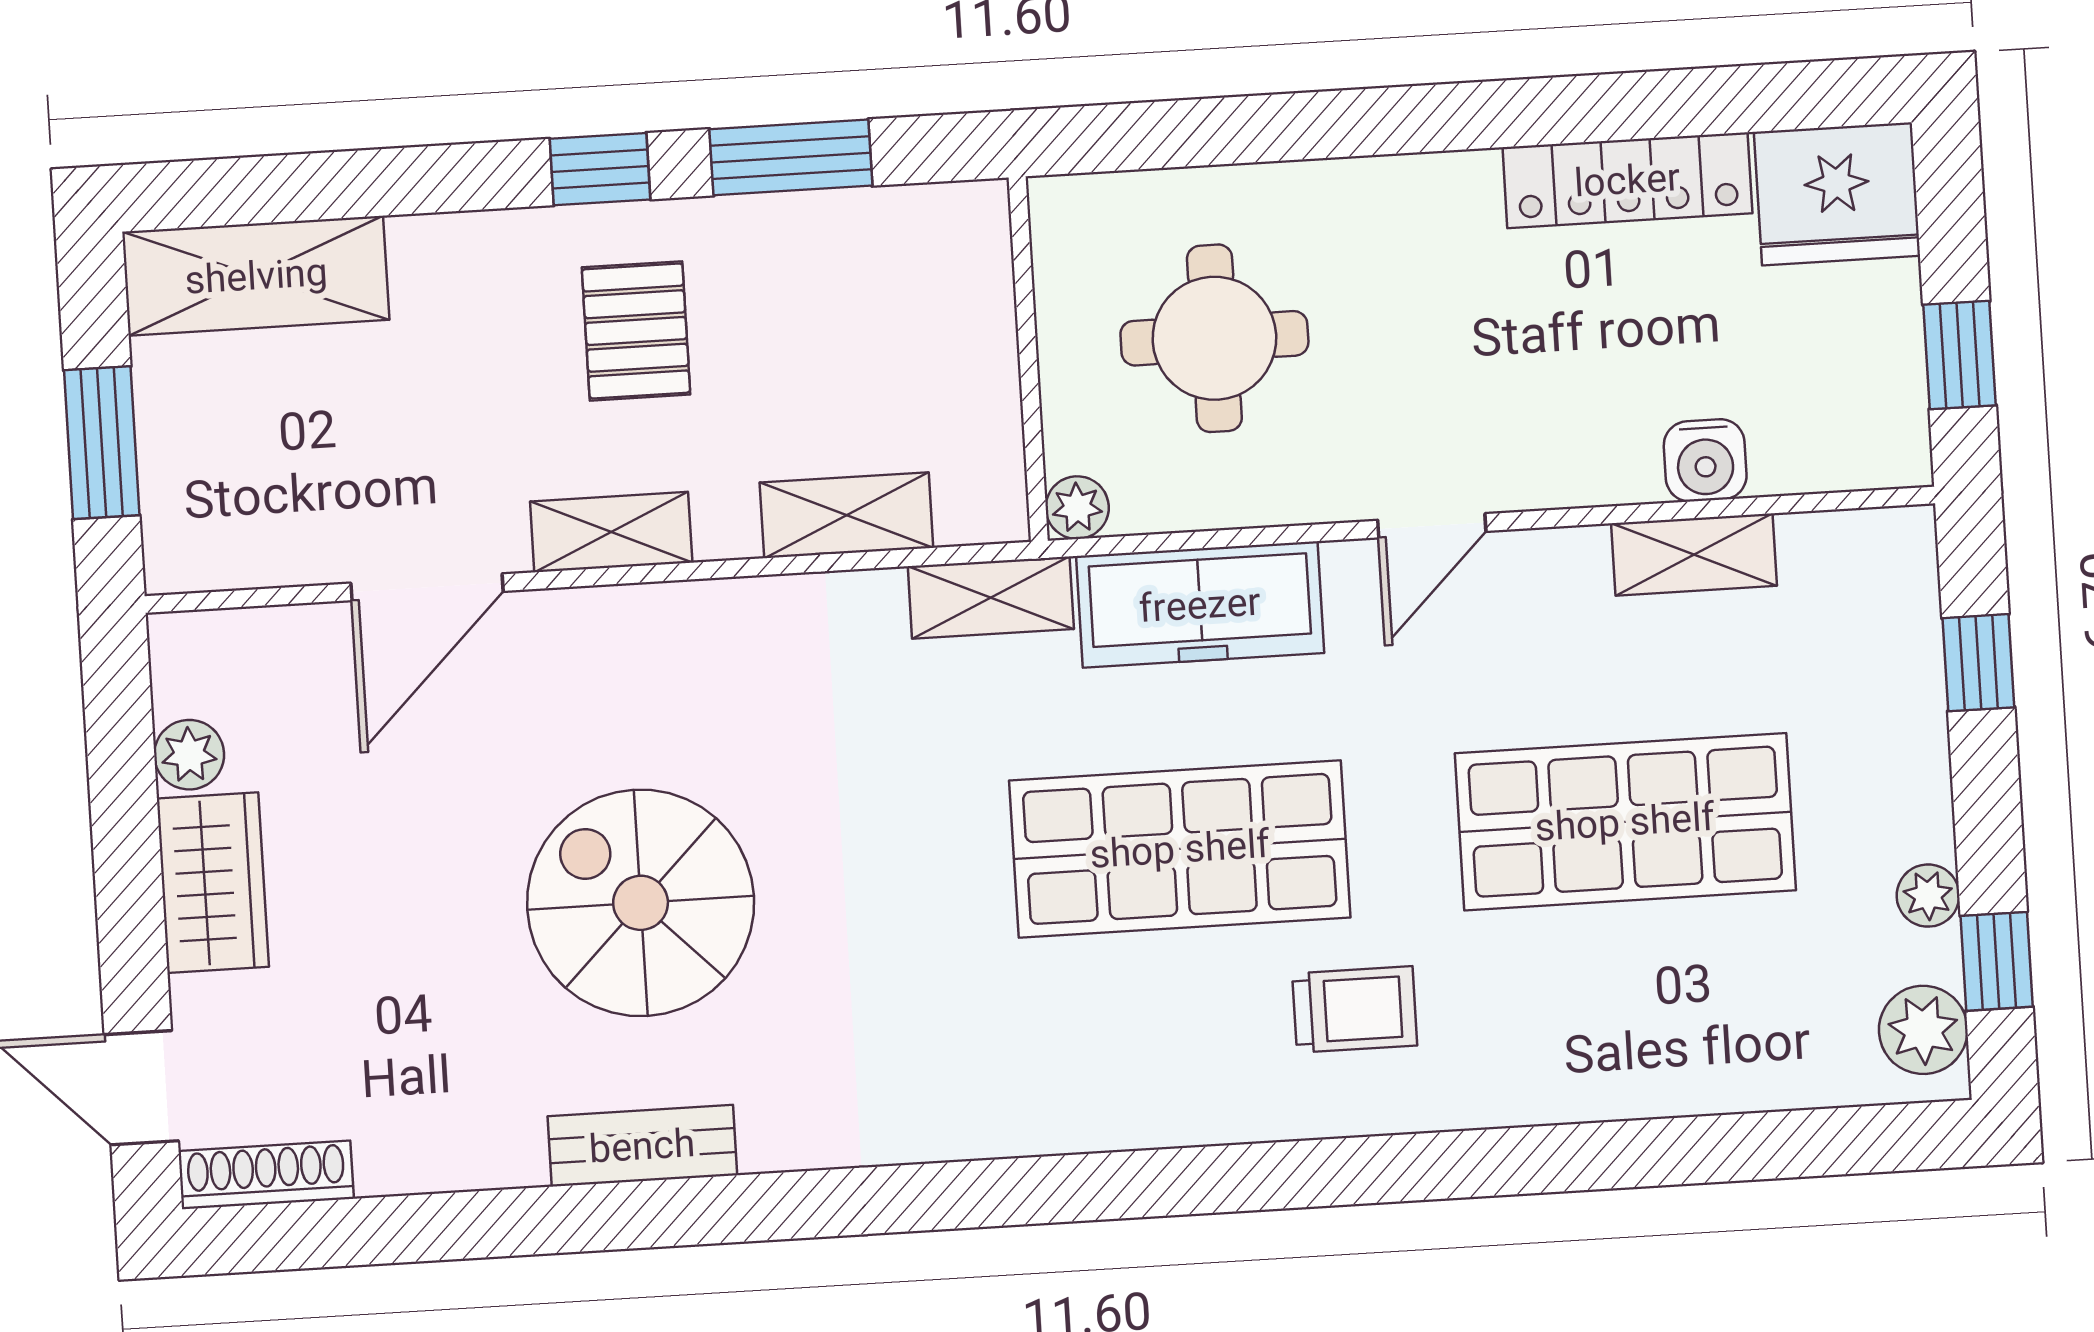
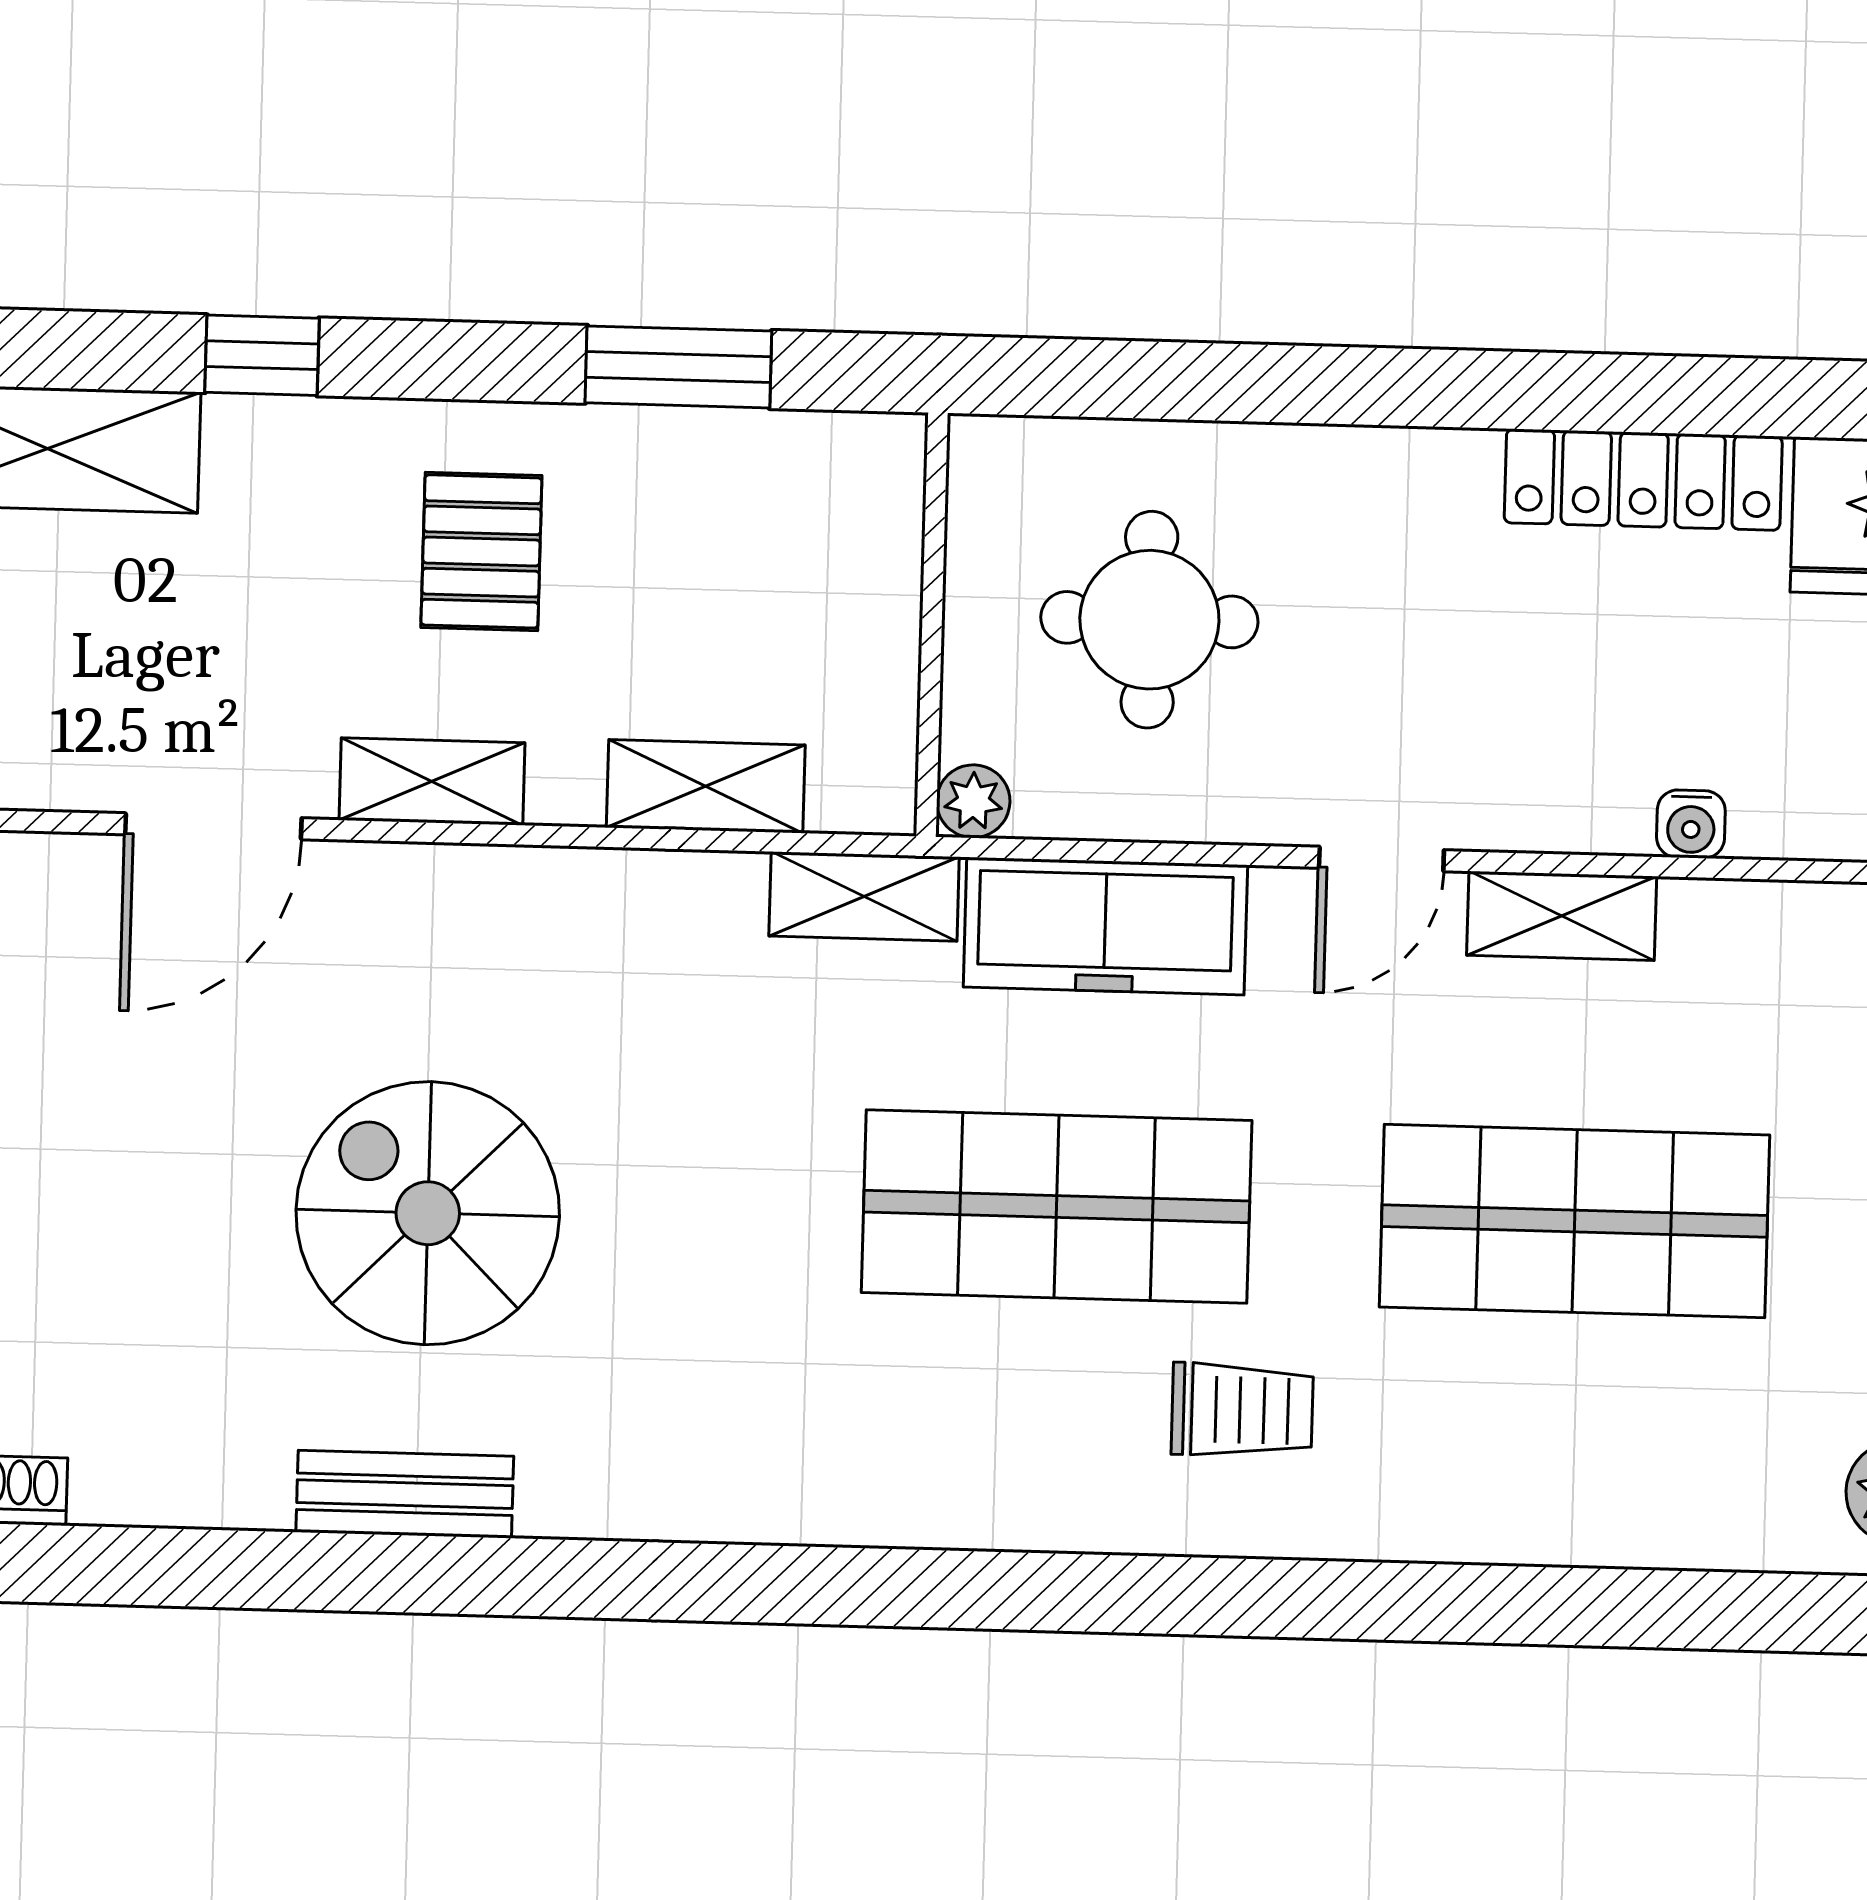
window: (600, 169) -> (262, 355), moved
water cooler: (1705, 460) -> (1691, 824), width x0.72, depth x0.72
shelving: (1694, 555) -> (1562, 916), moved

